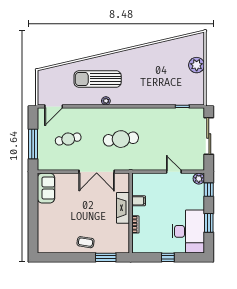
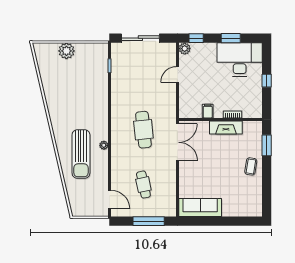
double door: (97, 172) -> (177, 142), moved
sofa: (46, 188) -> (200, 208), width x1.36
fireplace: (123, 208) -> (226, 128), moved

